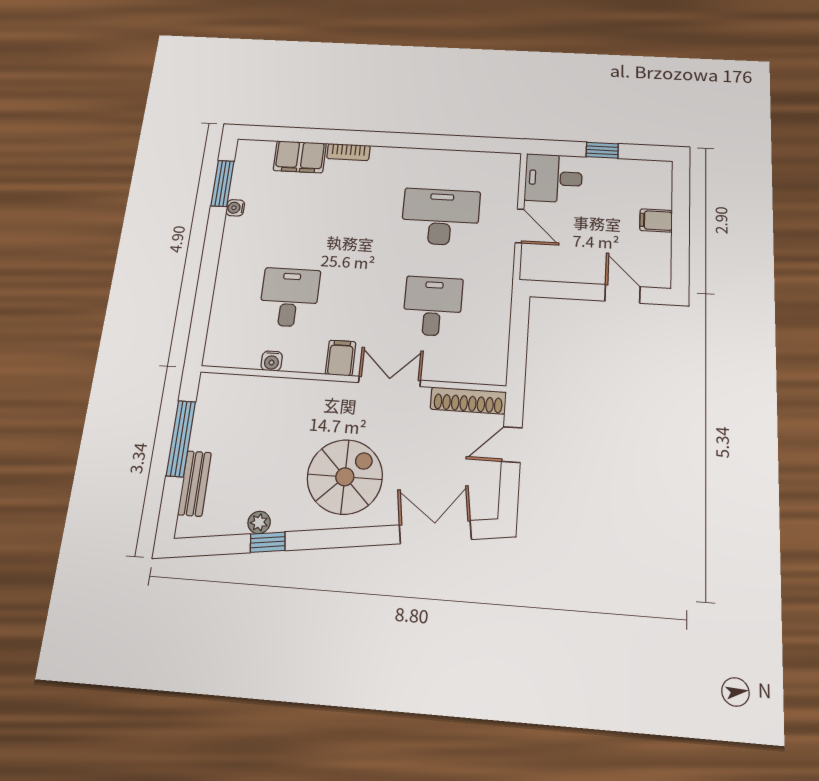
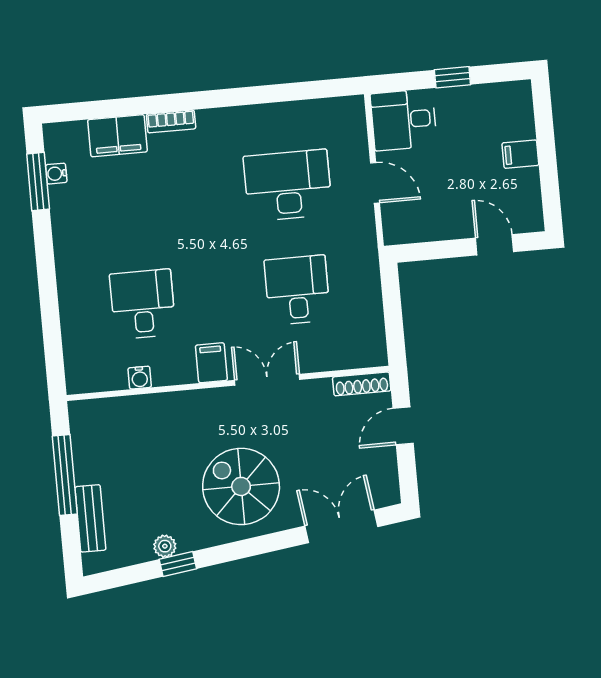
water cooler: (235, 208) -> (56, 174), moved
shoe rack: (468, 401) -> (362, 384), width x0.74, depth x0.81
spiral stairs: (345, 477) -> (241, 486), turned -90

